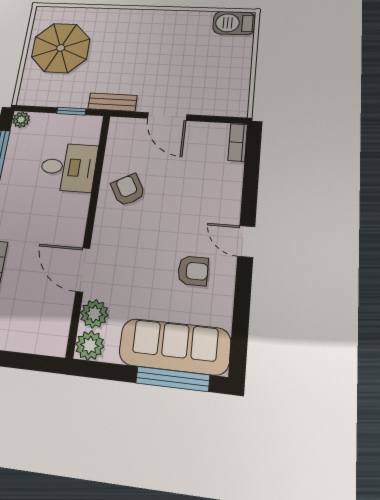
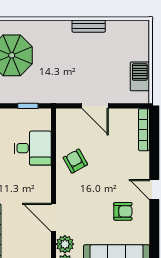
barbecue: (234, 23) -> (140, 76), moved, turned 90
bench: (112, 102) -> (89, 26), moved
bookcase: (238, 142) -> (144, 130), width x1.56

